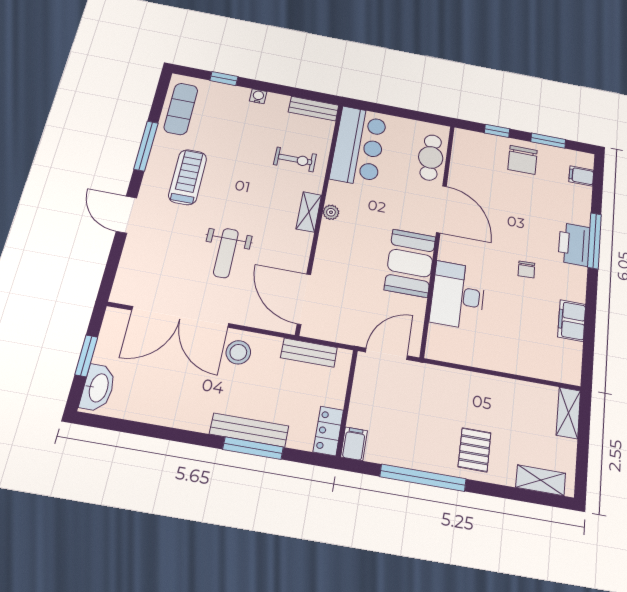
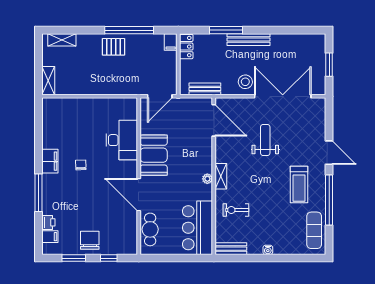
window: (224, 79) -> (292, 258), removed
window: (146, 146) -> (329, 200), width x1.46
printer: (574, 244) -> (48, 222), moved, width x0.53, depth x0.68
filing cabinet: (572, 321) -> (50, 161), moved
washbasin: (98, 388) -> (318, 48), removed
bench: (249, 430) -> (249, 40), moved
pallet: (475, 450) -> (113, 47), moved, turned 90

